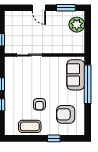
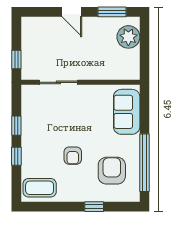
window: (88, 84) -> (145, 163), moved
armchair: (66, 114) -> (112, 171), turned 90
coffee table: (30, 126) -> (40, 188), moved

